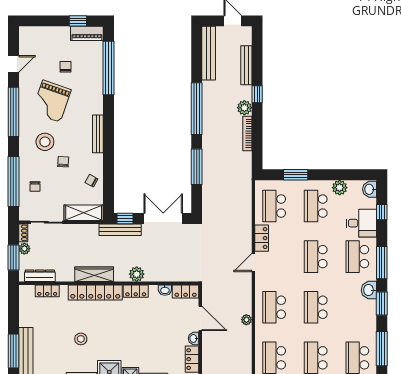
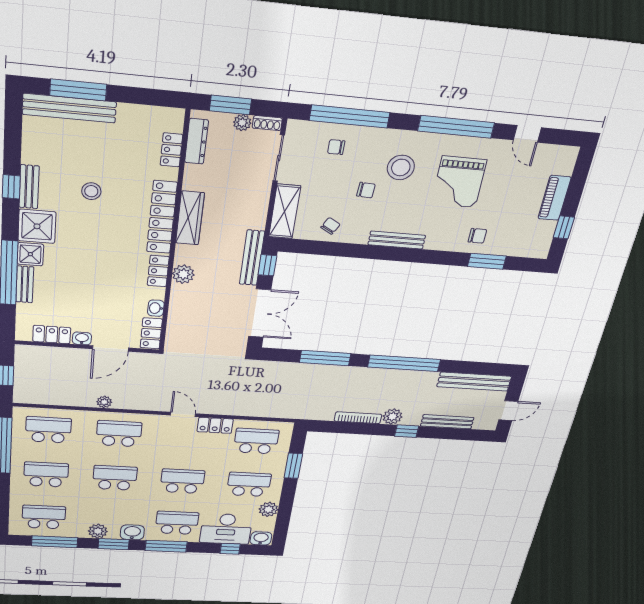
piano: (87, 33) -> (555, 198), moved
chair: (65, 67) -> (477, 236), moved
window: (108, 68) -> (487, 261), width x0.47
grand piano: (51, 101) -> (459, 182), turned -109
desk: (361, 223) -> (226, 529), width x1.37
plant: (369, 316) -> (98, 531), added

